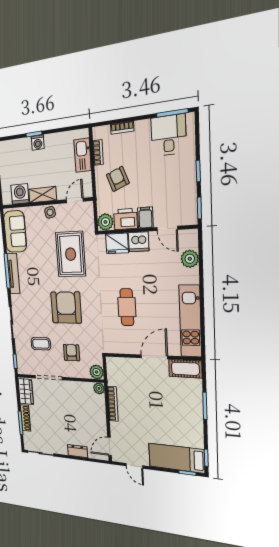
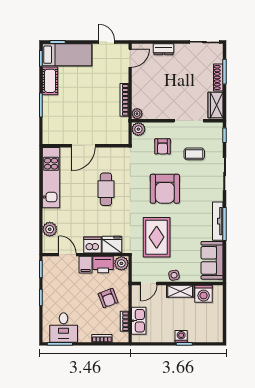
cot: (185, 369) -> (50, 81), moved, turned 90

